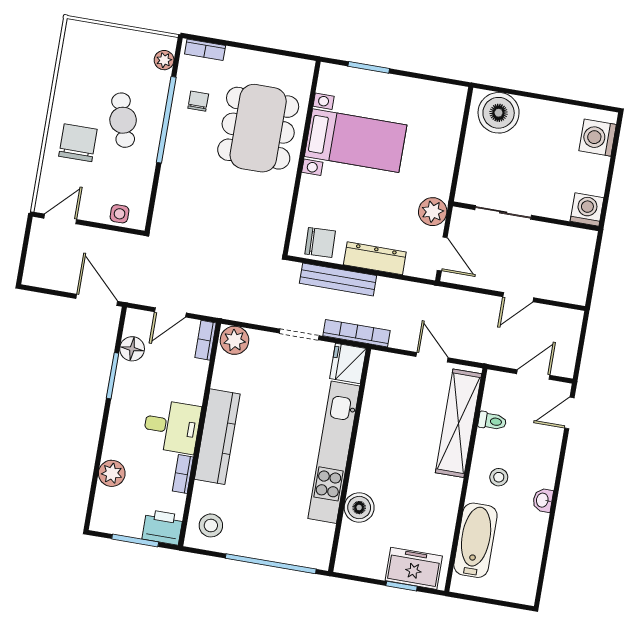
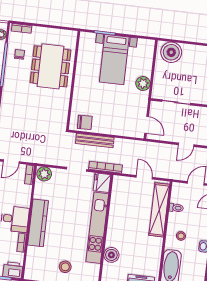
bed with nightstands: (356, 141) -> (114, 59), moved, turned 90
plant: (433, 212) -> (143, 83), moved
dresser: (375, 258) -> (113, 129), removed
stool: (211, 525) -> (65, 267), moved

